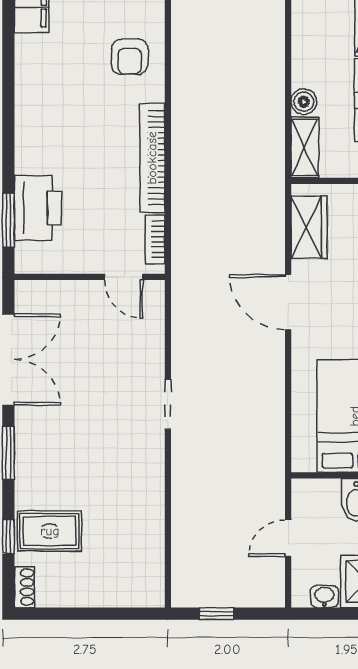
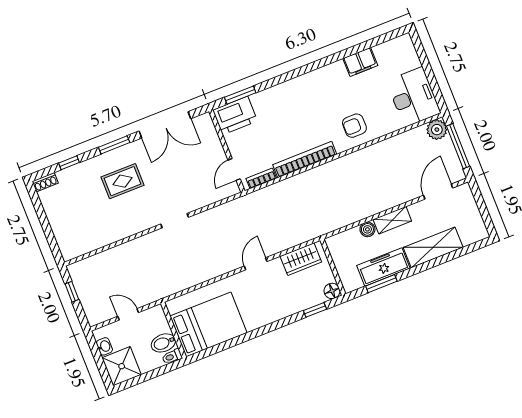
shelving: (305, 147) -> (392, 220), moved
printer: (38, 208) -> (235, 115), moved
door: (288, 302) -> (256, 264), width x0.73
rug: (50, 531) -> (123, 181), moved, turned 90

